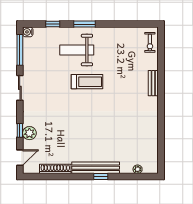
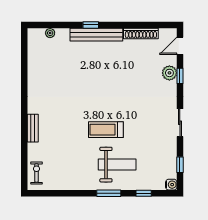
window: (20, 50) -> (180, 165), width x0.46

